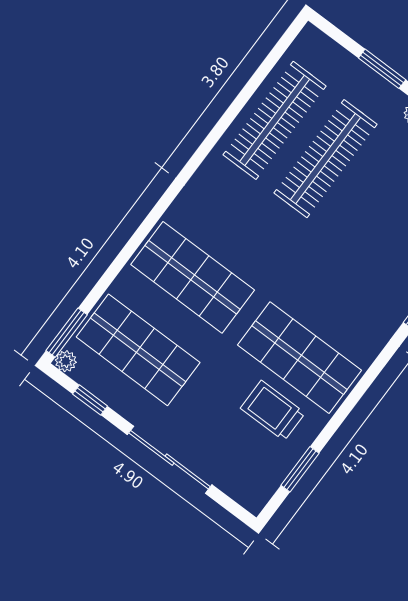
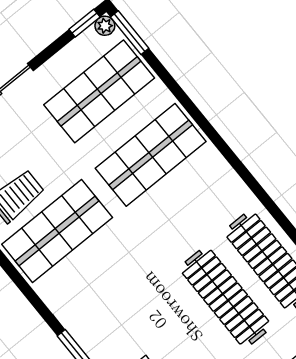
window: (90, 400) -> (84, 23), moved

